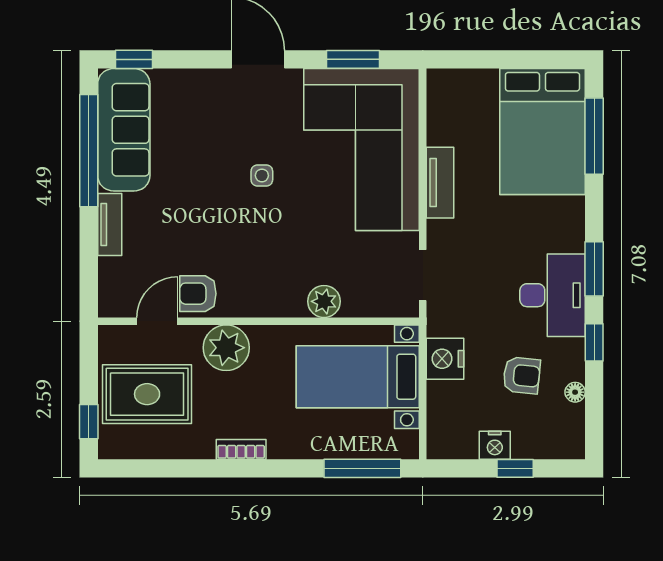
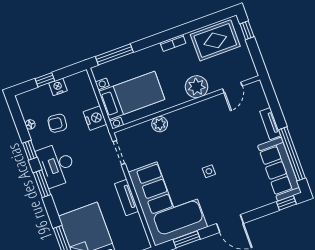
armchair: (198, 294) -> (218, 107), removed
rug: (147, 394) -> (215, 40), moved

